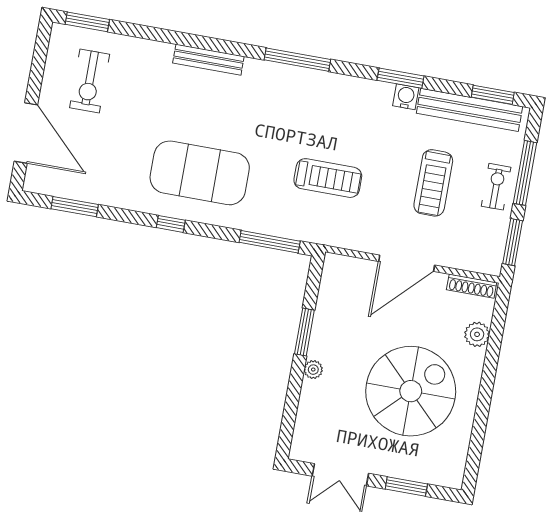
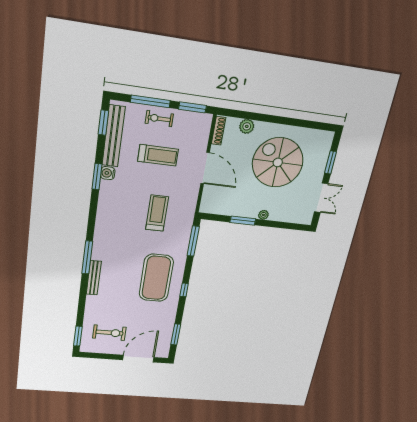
window: (297, 60) -> (87, 257), moved

